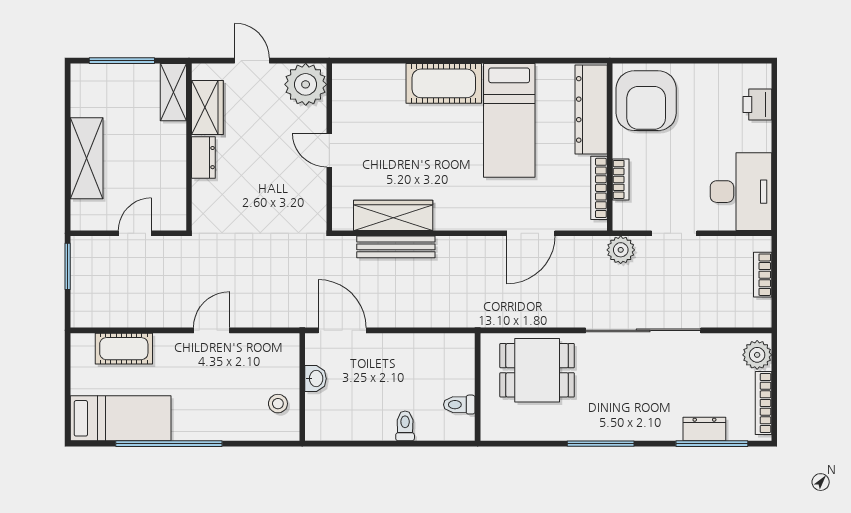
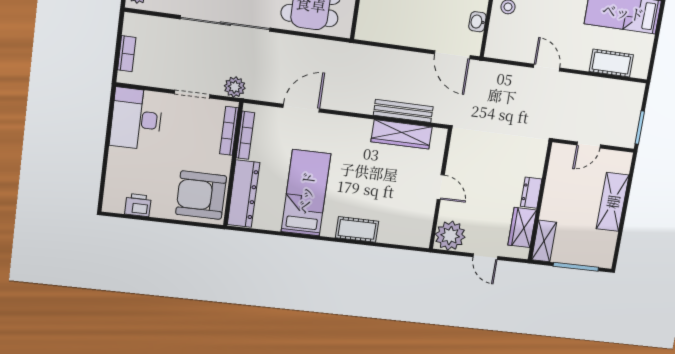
cot: (444, 83) -> (357, 229), width x0.73, depth x0.75
armchair: (646, 101) -> (201, 195), turned -90
printer: (757, 105) -> (138, 205), moved, turned -90
bookcase: (621, 179) -> (229, 131), width x1.56
door: (212, 330) -> (547, 68), swing flipped

